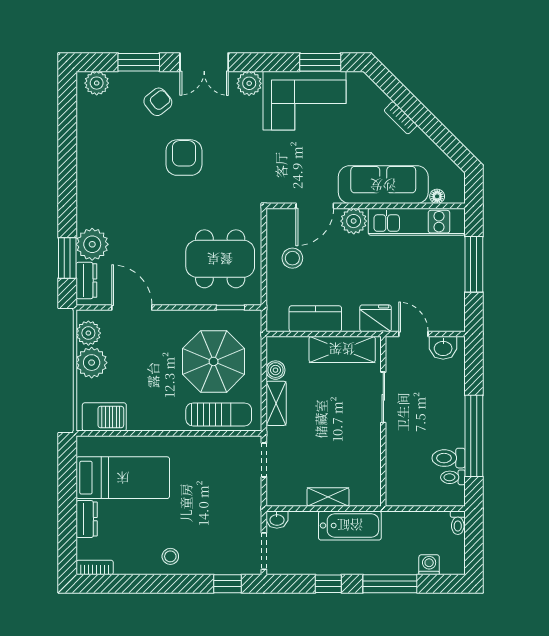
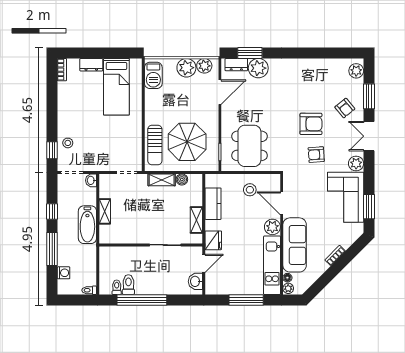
armchair: (234, 149) -> (316, 155), added
plant: (455, 195) -> (288, 288), added
shelving: (342, 349) -> (196, 220), width x0.67, depth x0.75
stool: (170, 556) -> (68, 143), moved

